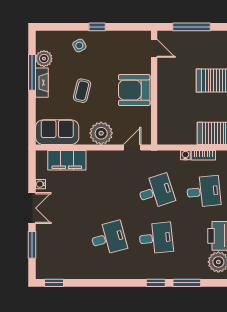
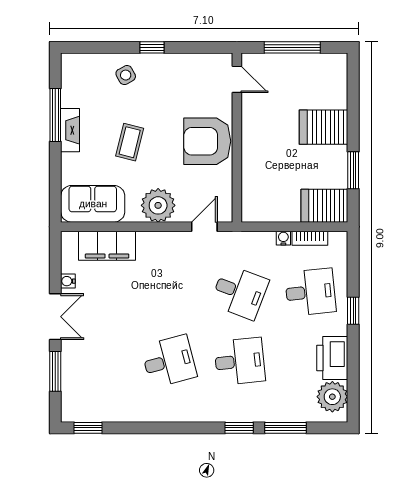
plant: (44, 59) -> (73, 94), removed
desk: (156, 192) -> (240, 292), turned 39

